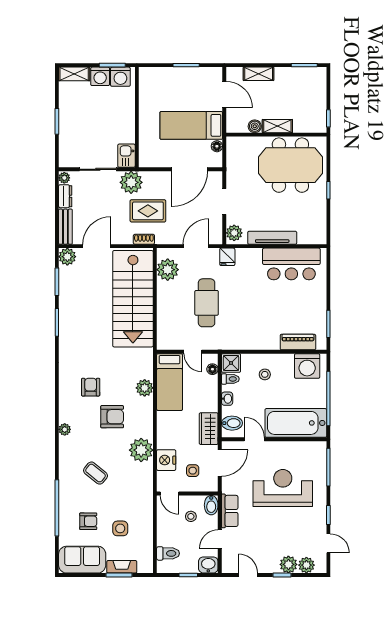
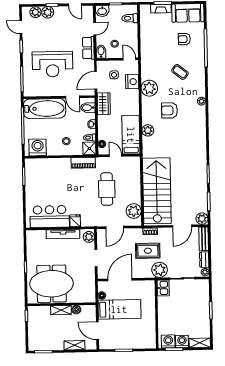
fridge: (227, 257) -> (75, 221), moved
piano: (298, 342) -> (83, 163), moved
armchair: (91, 387) -> (184, 130), removed
side table: (120, 528) -> (162, 35), removed

